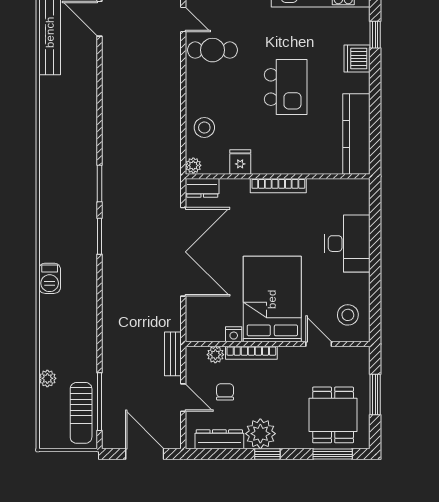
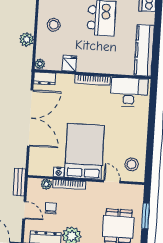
plant: (170, 128) -> (27, 39), added
stool: (204, 128) -> (54, 25), moved
desk: (347, 244) -> (129, 92), moved, turned -90

